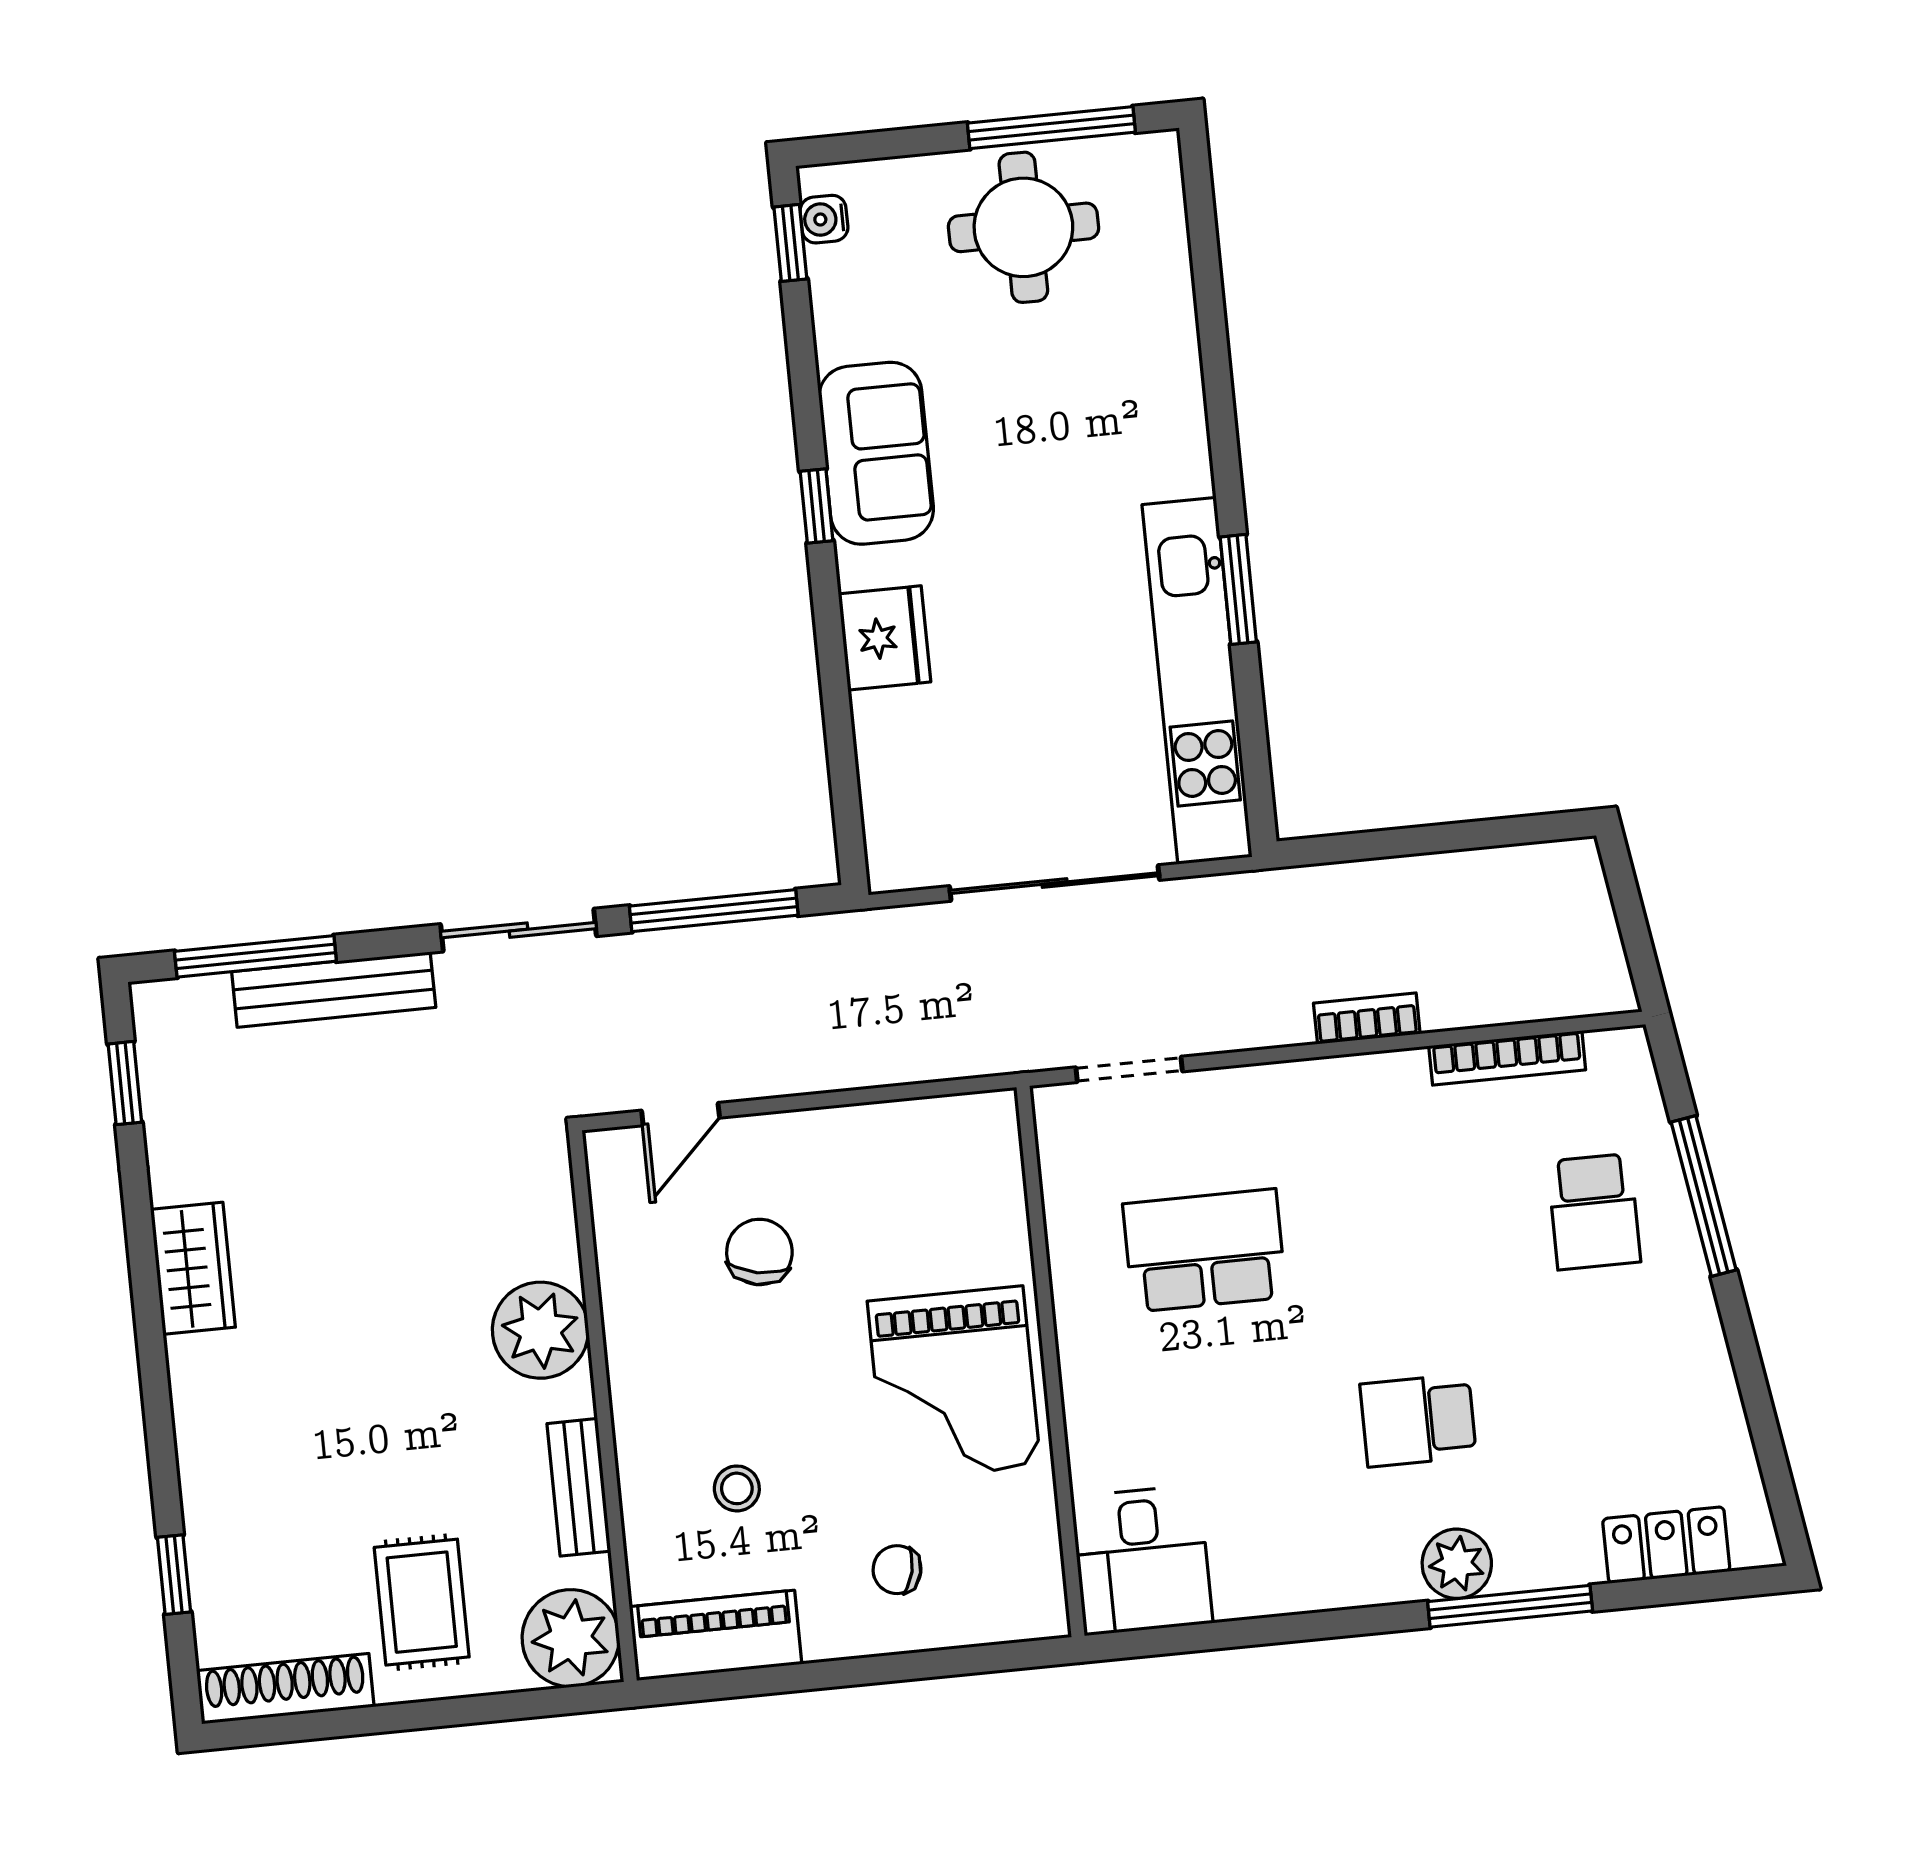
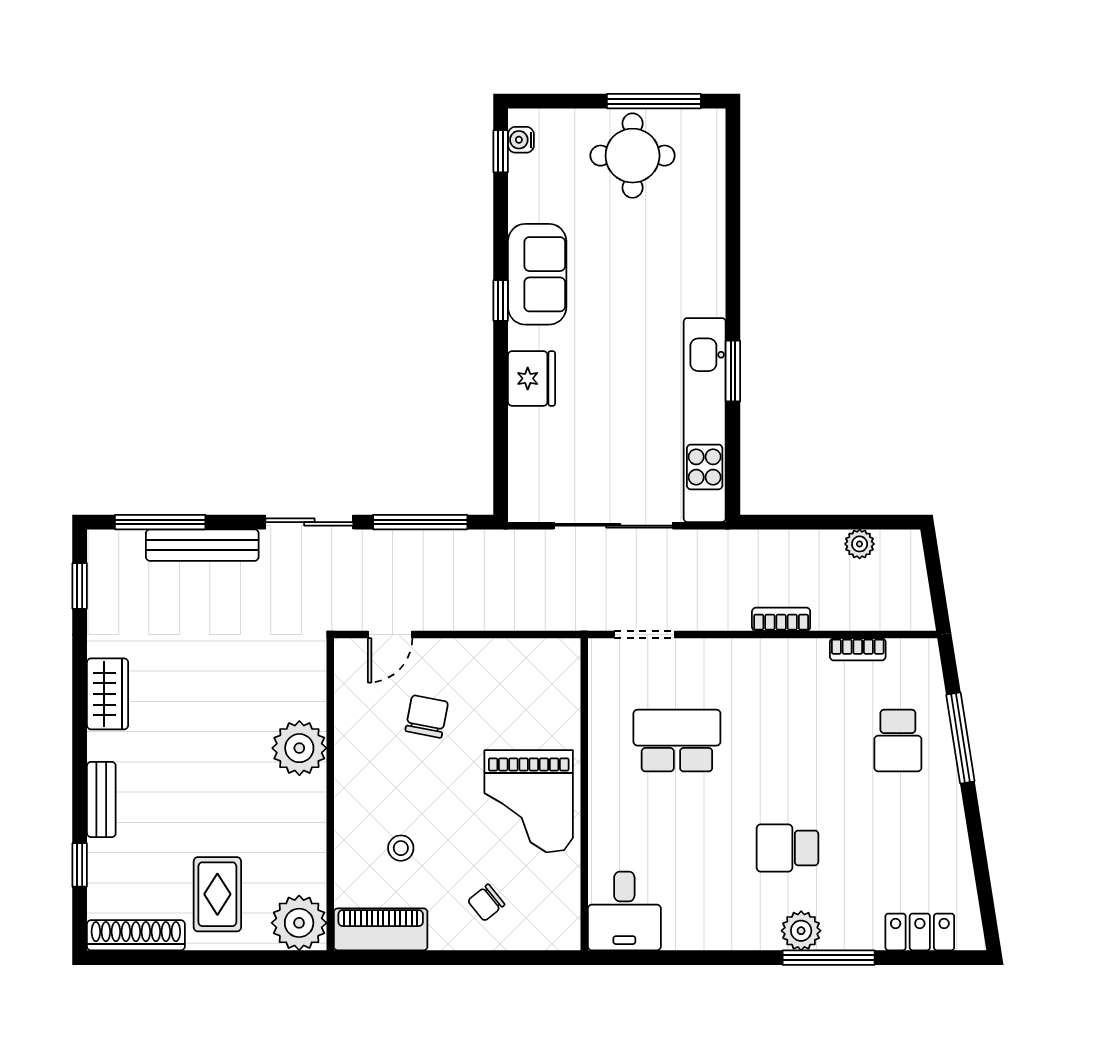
plant: (1492, 872) -> (860, 544), added
bookcase: (1507, 1058) -> (858, 649), width x0.64
bench: (579, 1487) -> (101, 800), moved
chair: (897, 1570) -> (486, 903), turned -52

